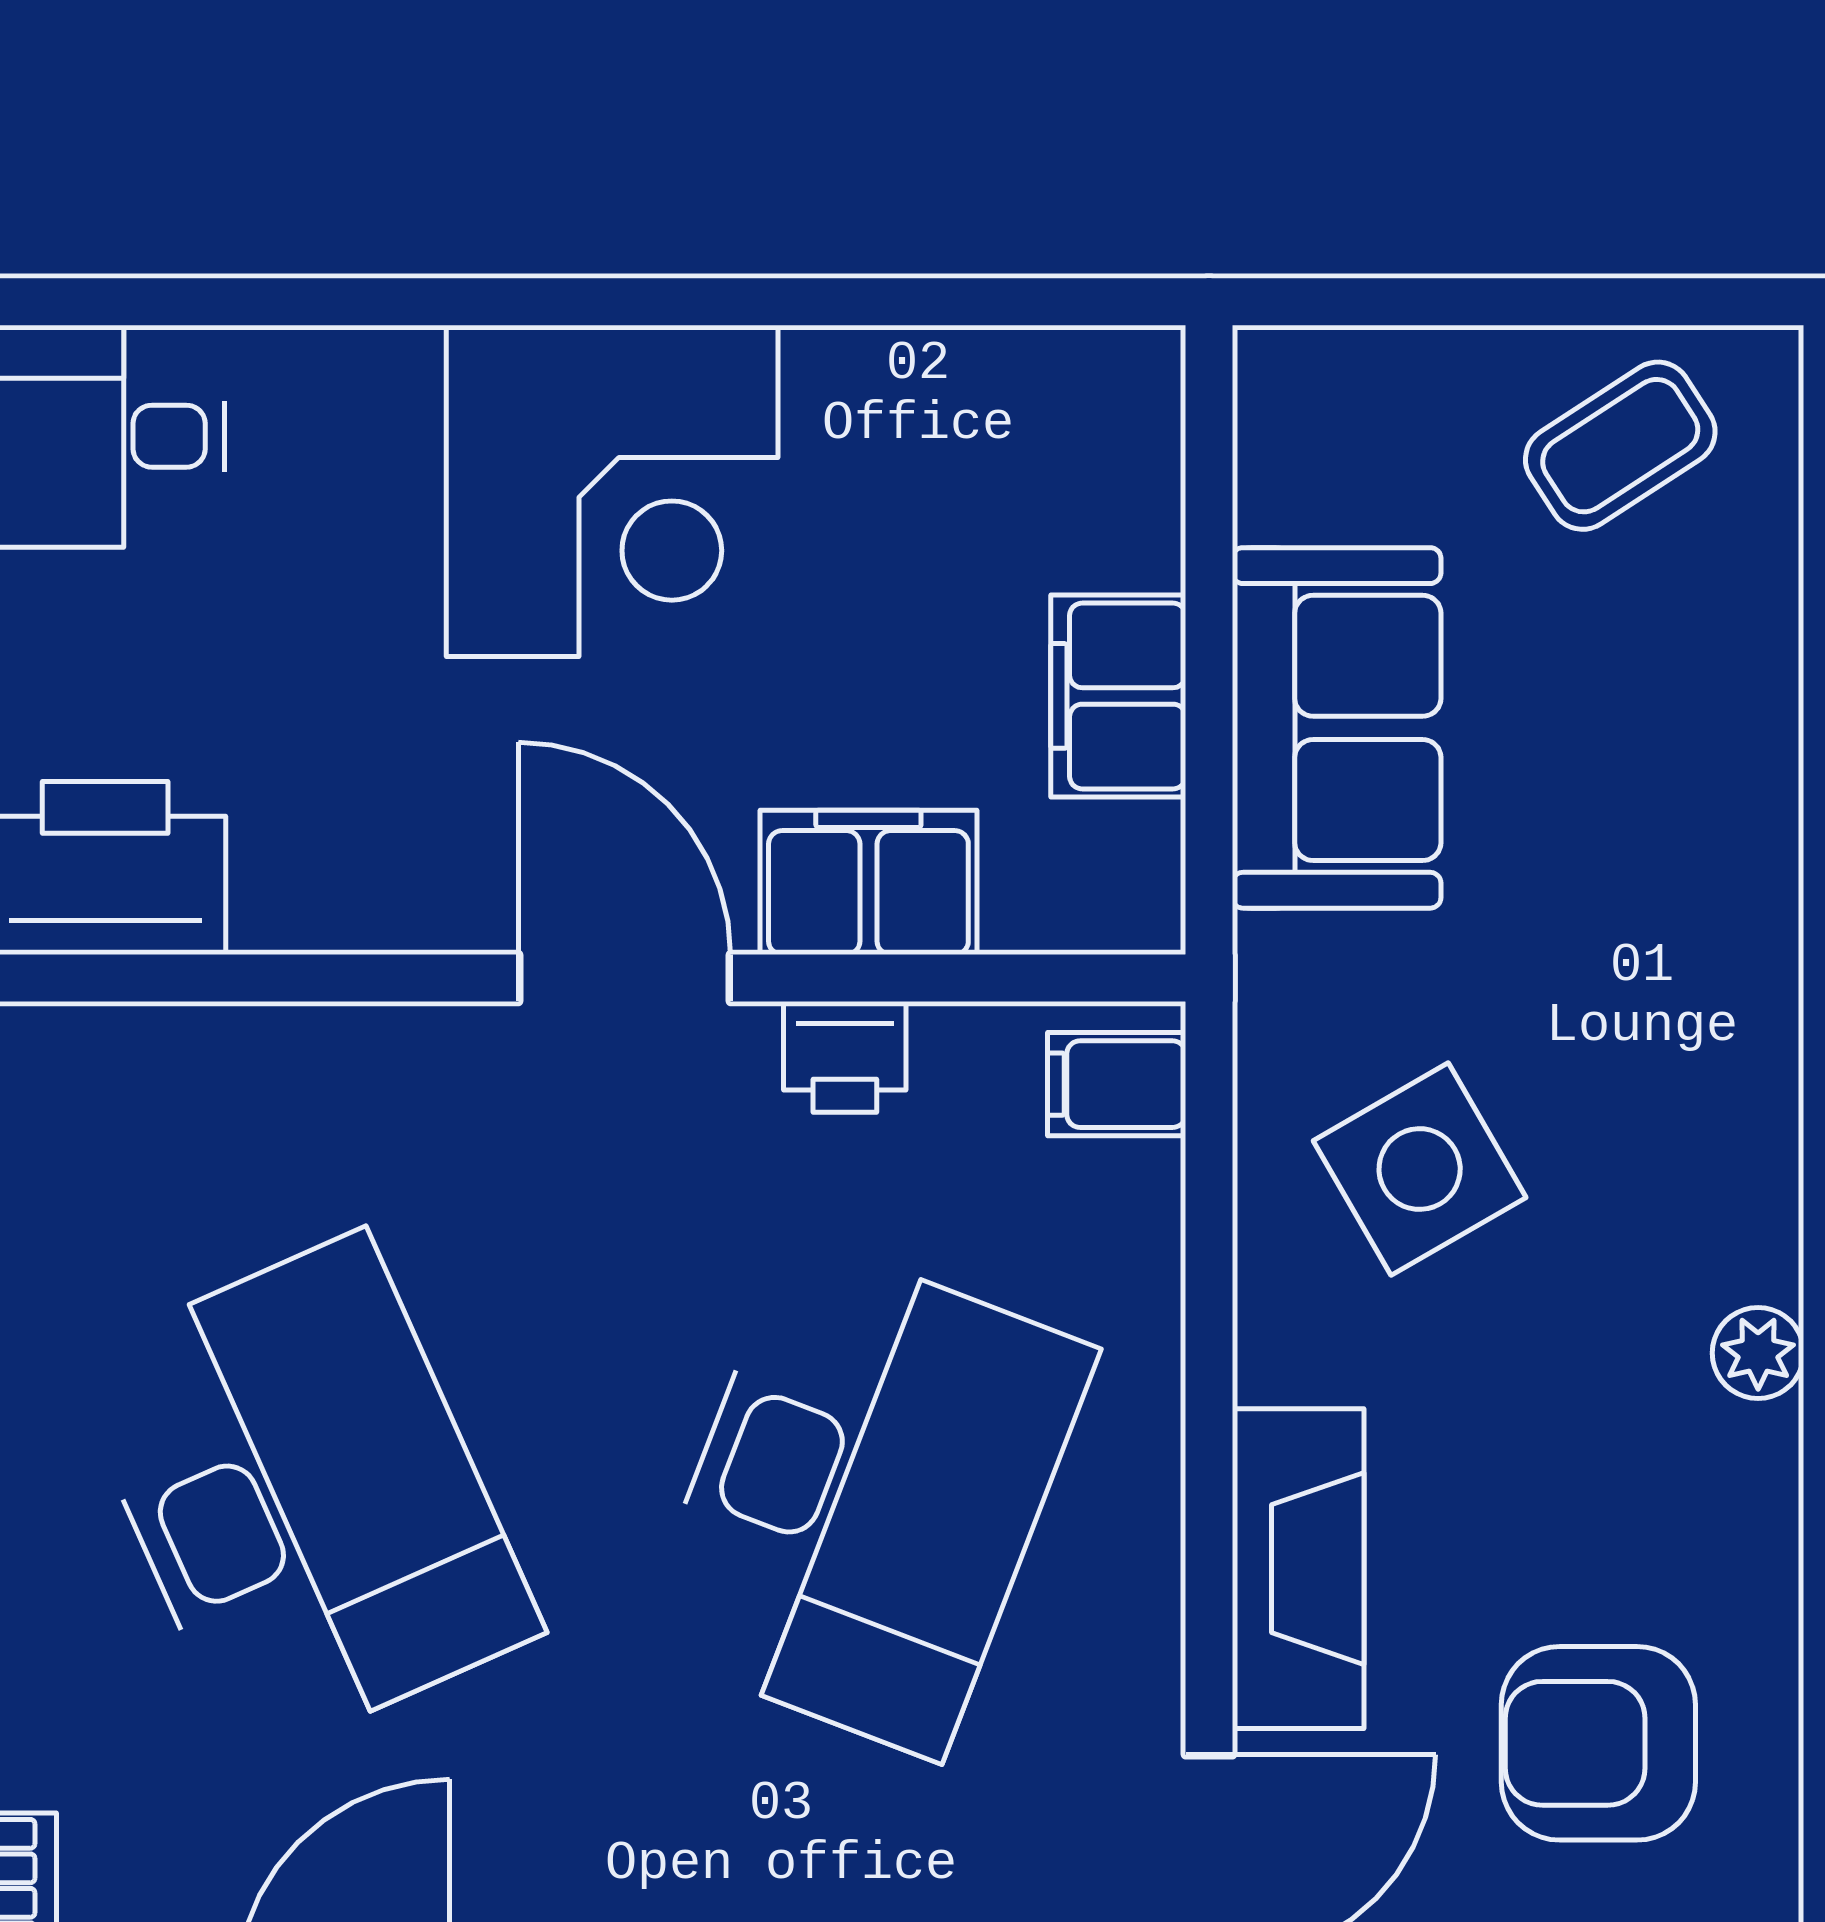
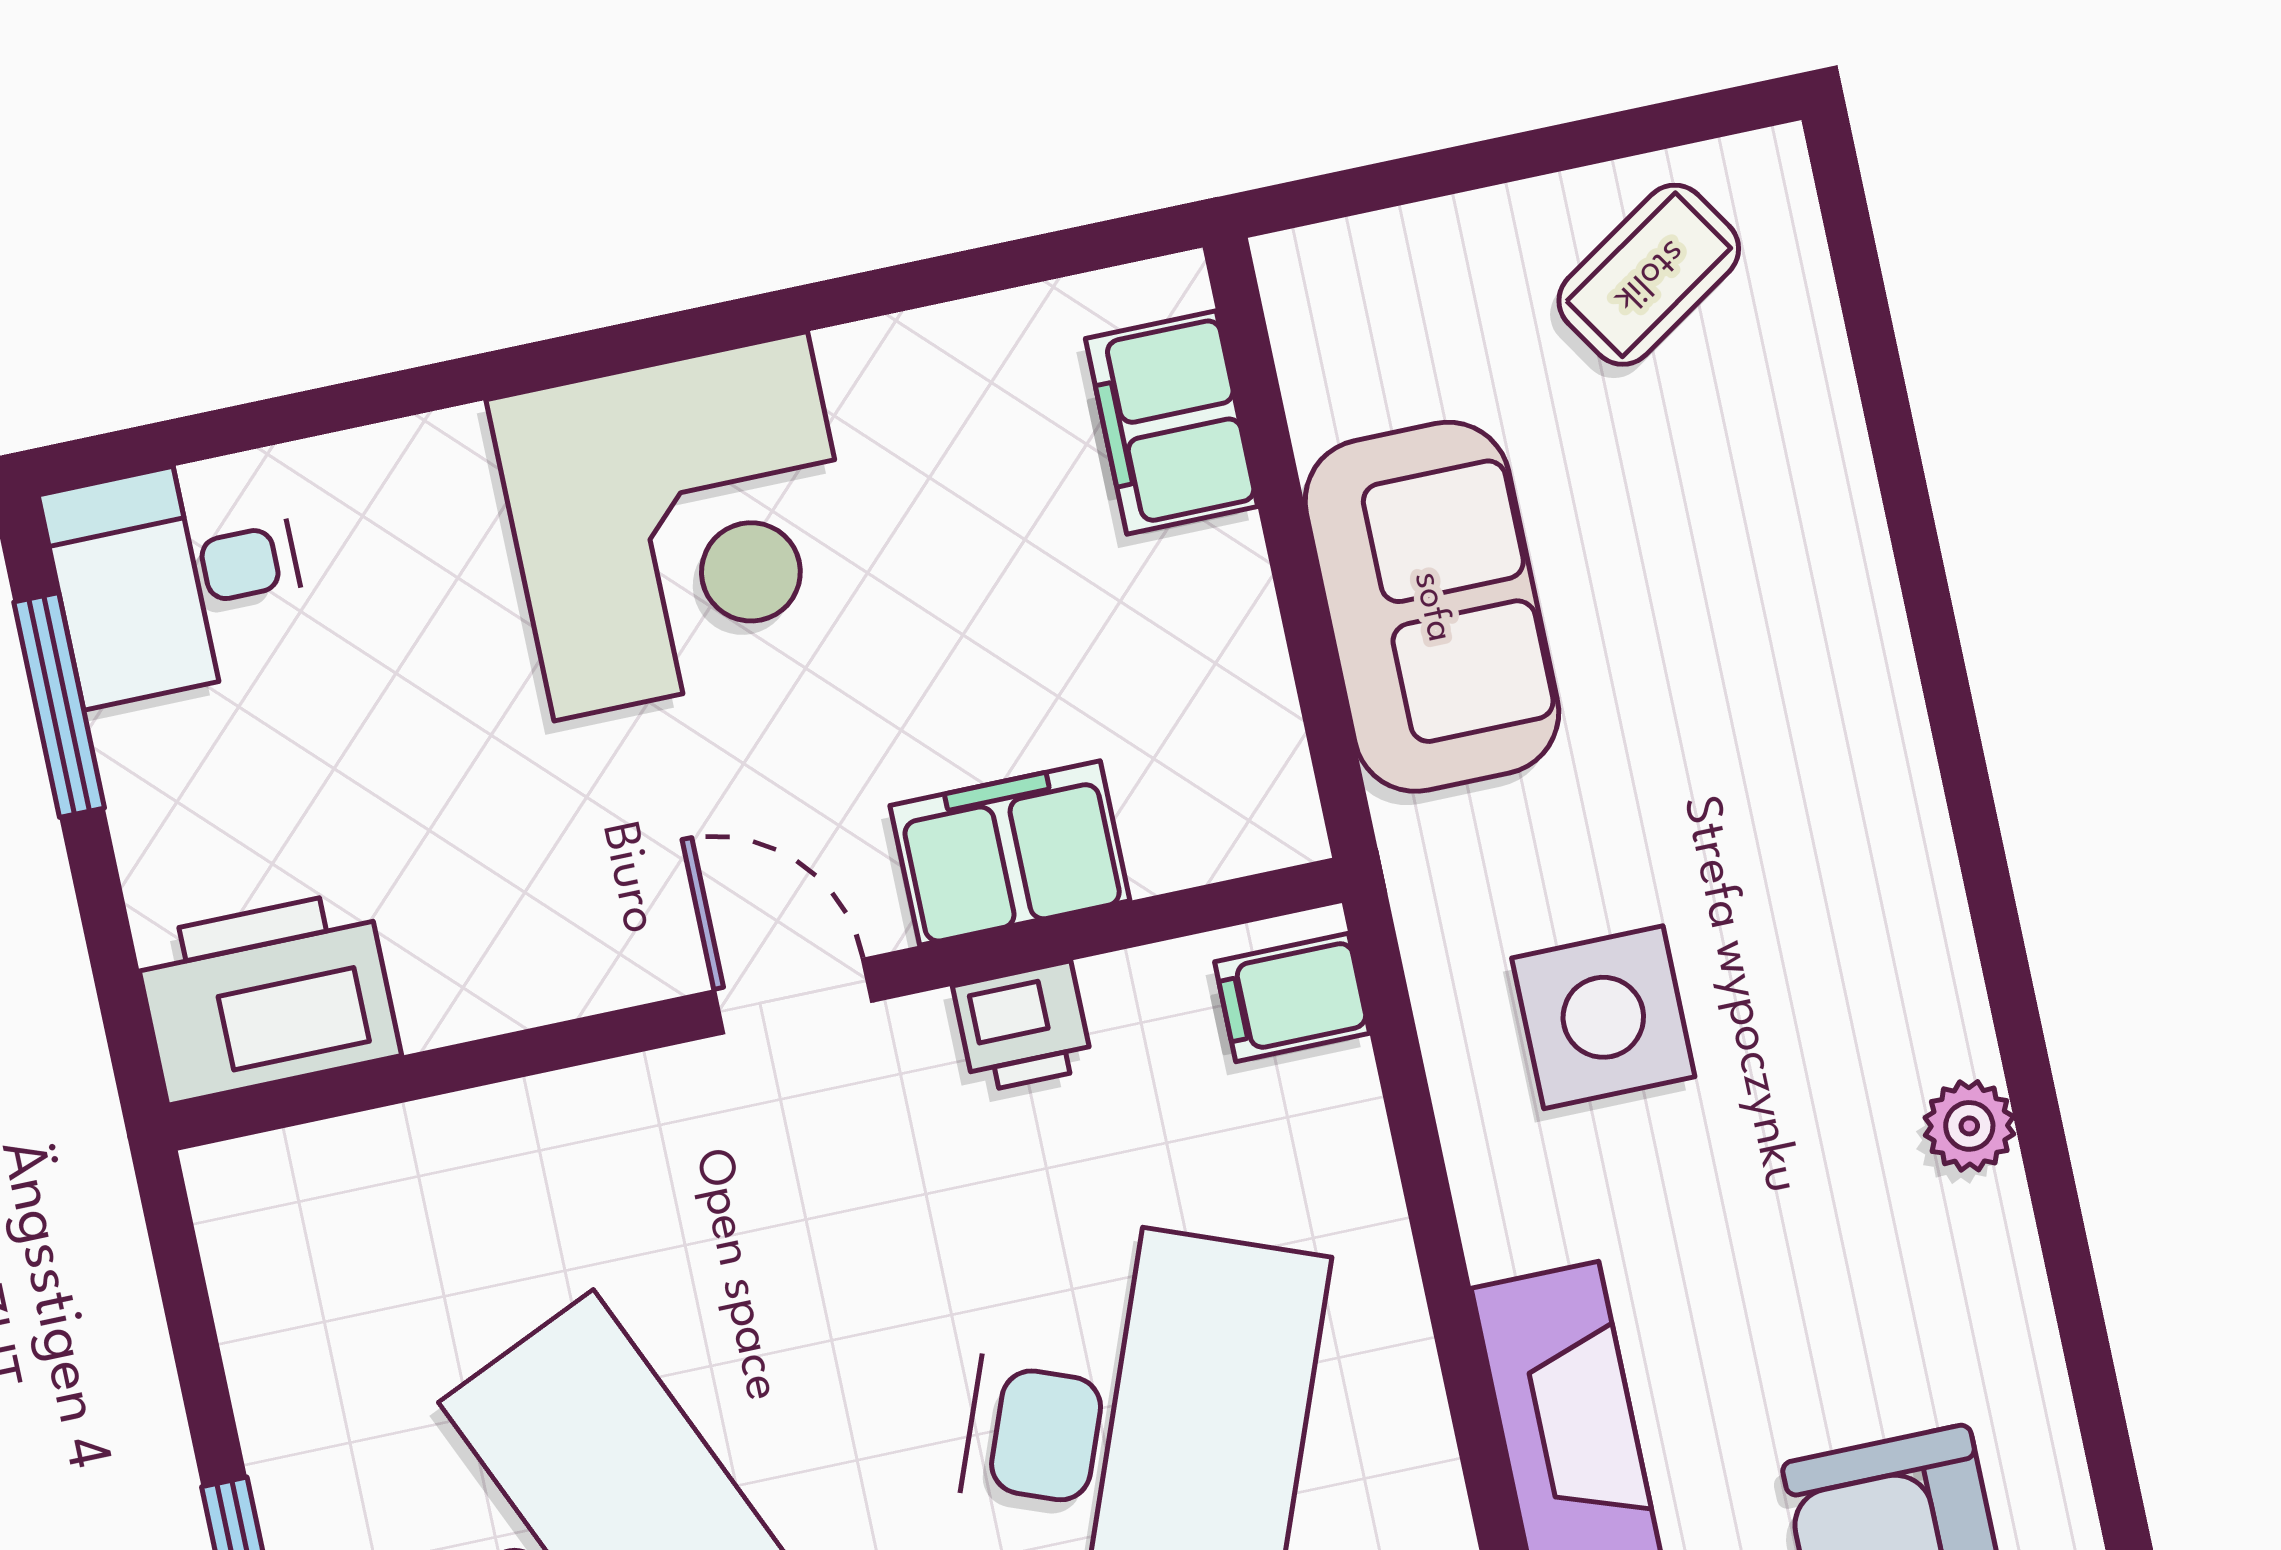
filing cabinet: (1118, 696) -> (1171, 423), moved
door: (625, 978) -> (793, 996), width x0.73
side table: (1420, 1169) -> (1603, 1017), turned 30

